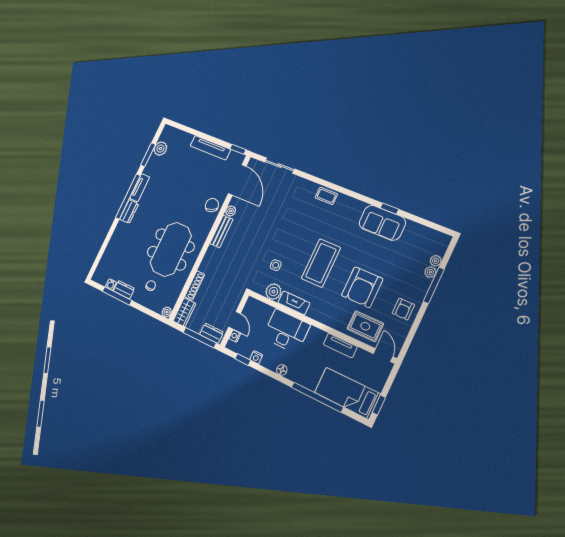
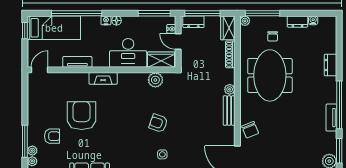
plant: (231, 211) -> (230, 89), moved
dresser: (129, 212) -> (330, 65), moved
armchair: (291, 247) -> (158, 123), added
coffee table: (321, 263) -> (126, 121), removed
side table: (276, 265) -> (162, 154), moved
window: (117, 296) -> (263, 13), moved
fireplace: (294, 303) -> (103, 78), moved
armchair: (403, 309) -> (52, 136), moved, turned 90
wardrobe: (259, 310) -> (161, 60), added
rug: (365, 326) -> (64, 86), removed
door: (383, 355) -> (39, 70), swing flipped
nightstand: (256, 357) -> (106, 20), moved
window: (243, 360) -> (154, 13), width x2.17

